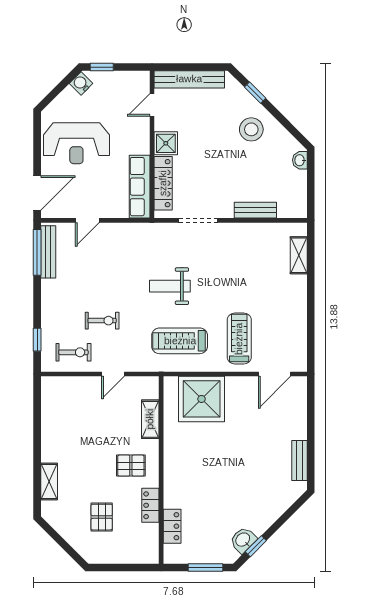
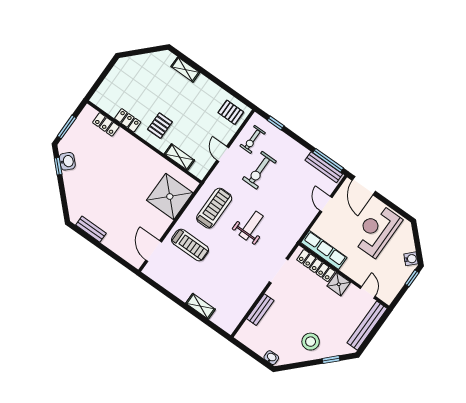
shelving: (299, 255) -> (200, 306), moved
exercise bike: (102, 321) -> (259, 170), width x1.38, depth x1.39
pallet: (102, 517) -> (231, 112), moved

